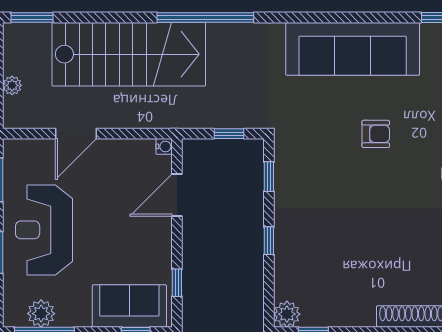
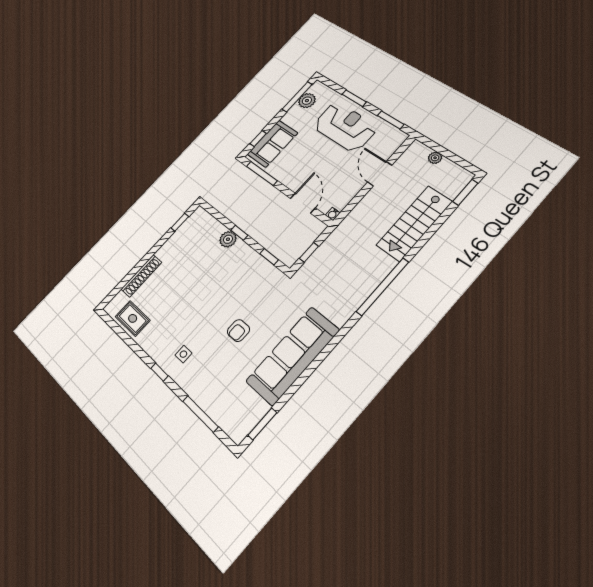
stairs: (129, 54) -> (414, 223), width x0.73, depth x0.66
window: (177, 283) -> (262, 173), width x2.17
plant: (287, 314) -> (228, 239), moved

